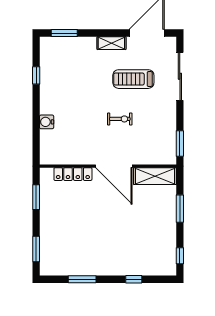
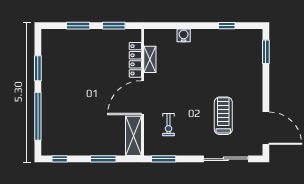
shelving: (111, 43) -> (150, 59), moved
exercise bike: (120, 119) -> (169, 125), moved
window: (36, 249) -> (78, 26), moved
window: (134, 279) -> (38, 116), width x3.17

